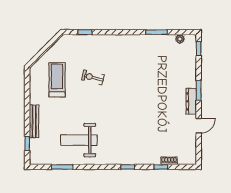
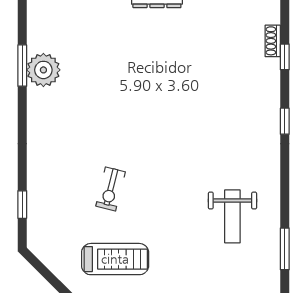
plant: (180, 39) -> (43, 70), moved, width x1.87, depth x1.87
treadmill: (57, 80) -> (115, 259), turned 180
weight bench: (79, 140) -> (232, 216), width x0.73, depth x0.75

